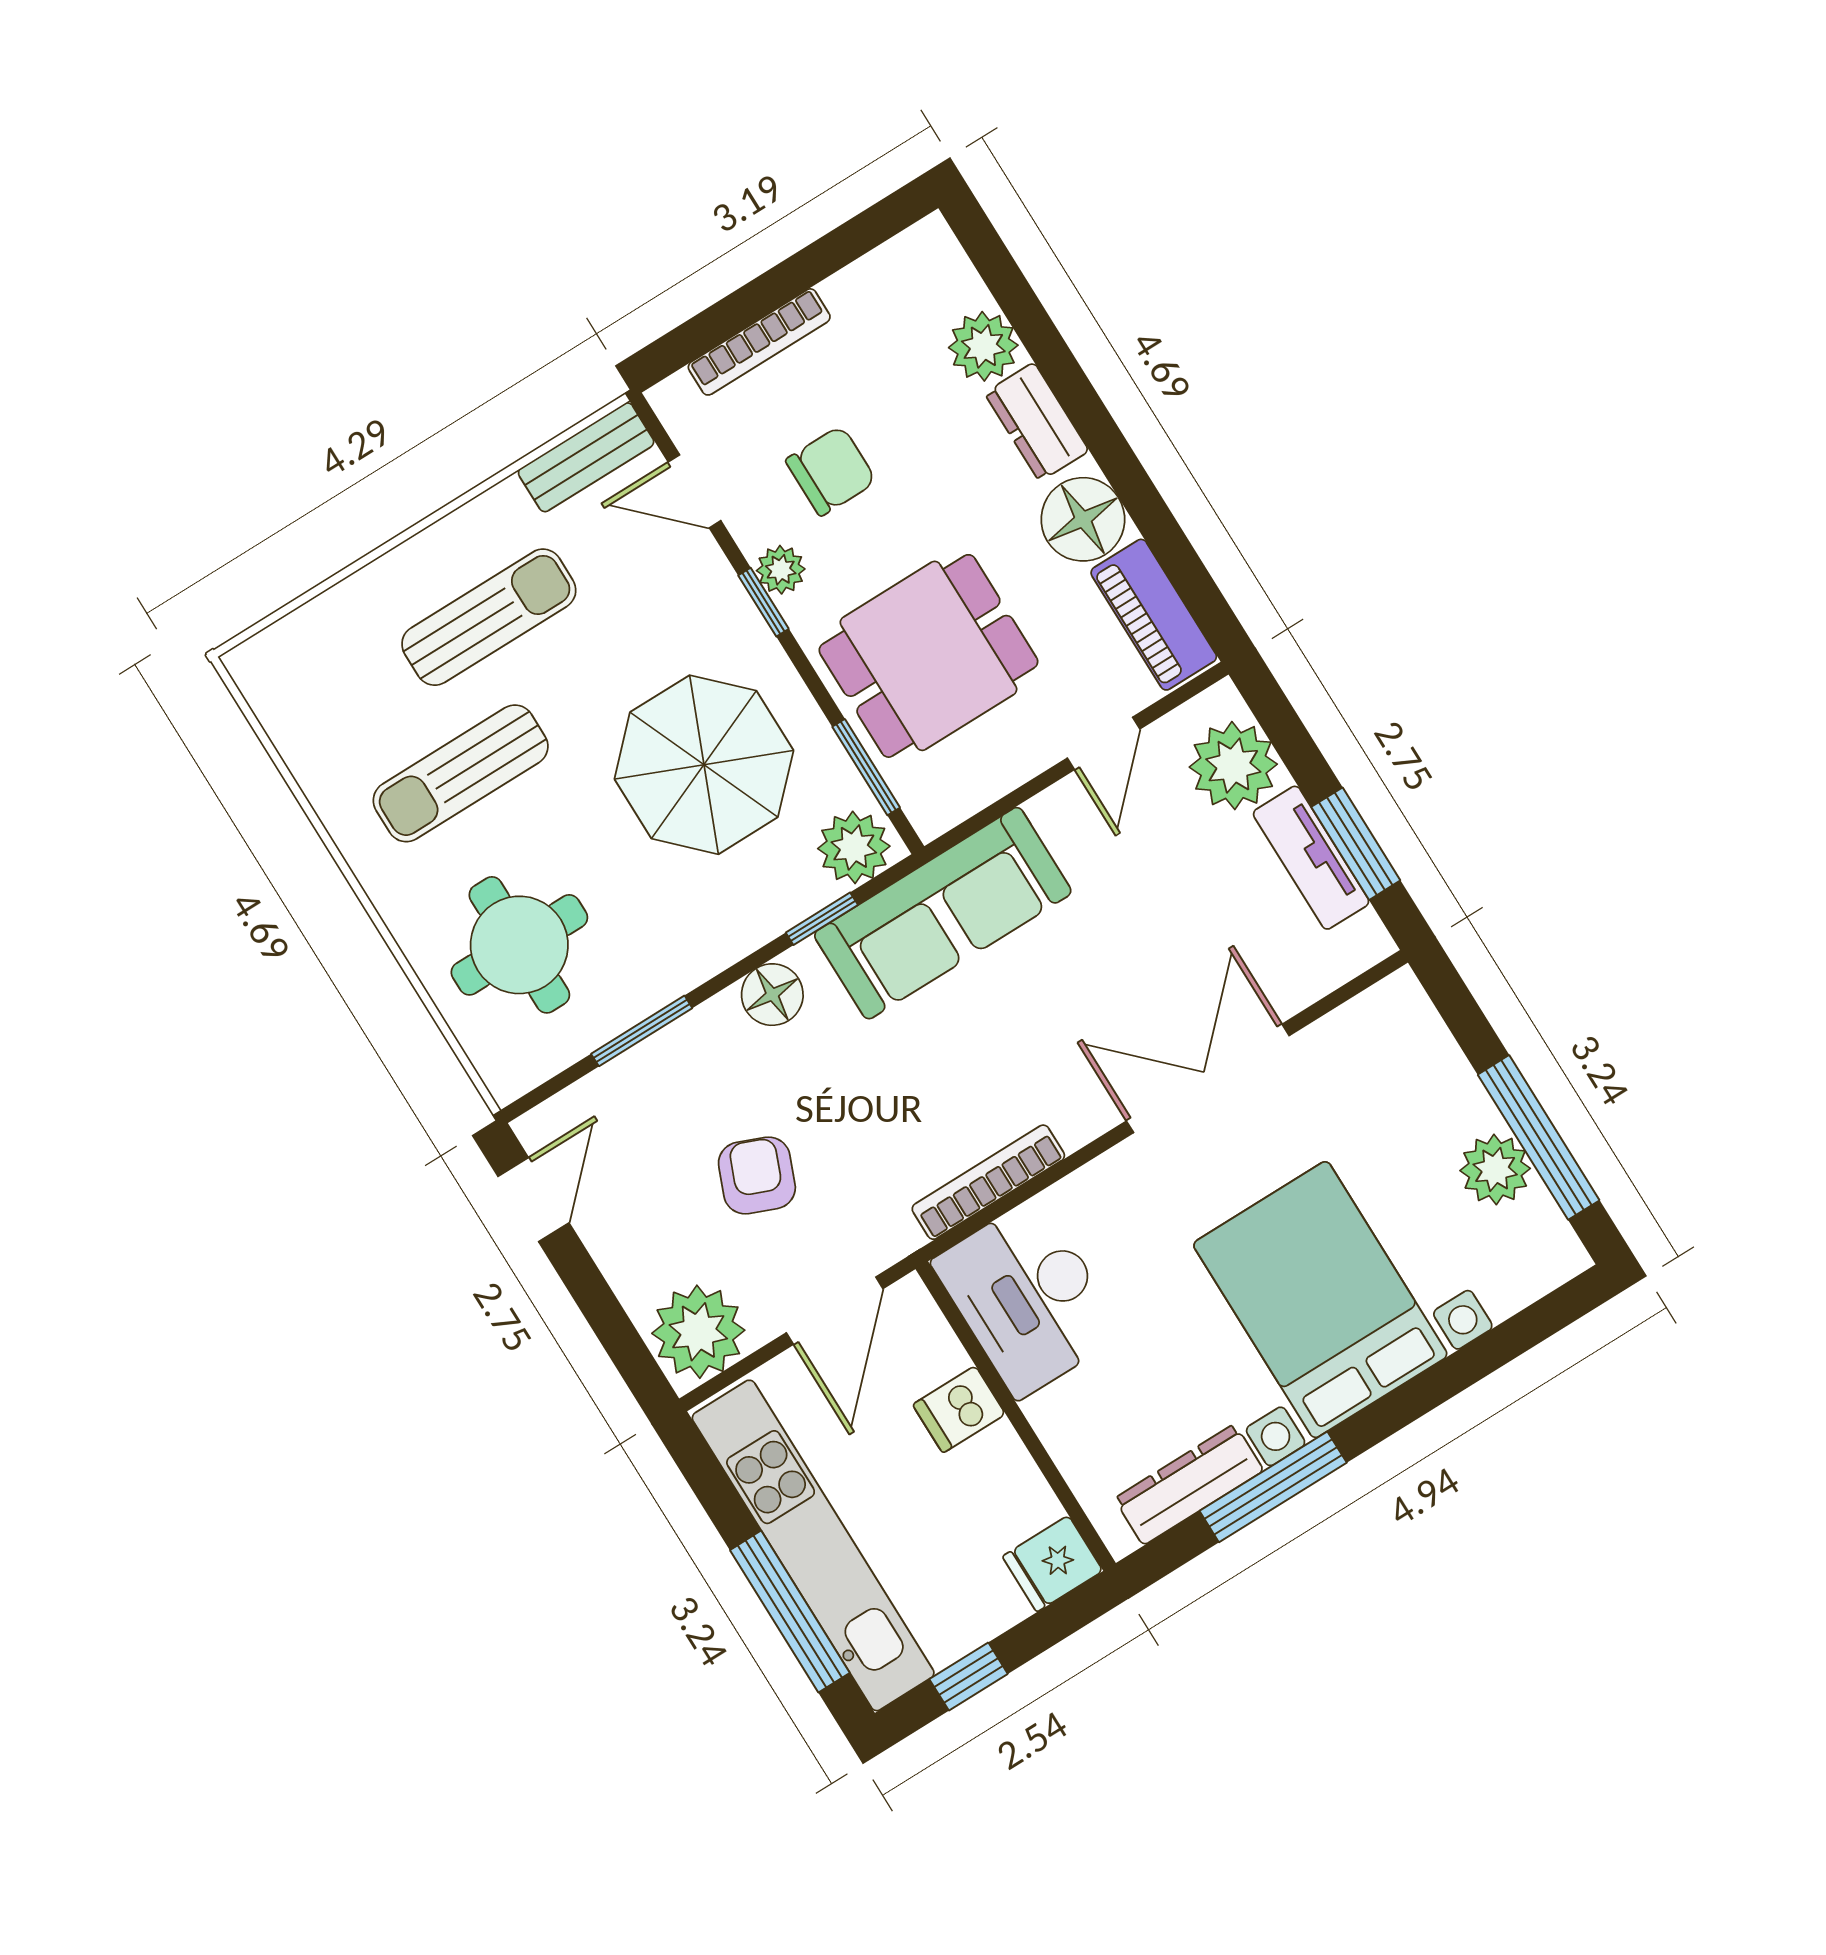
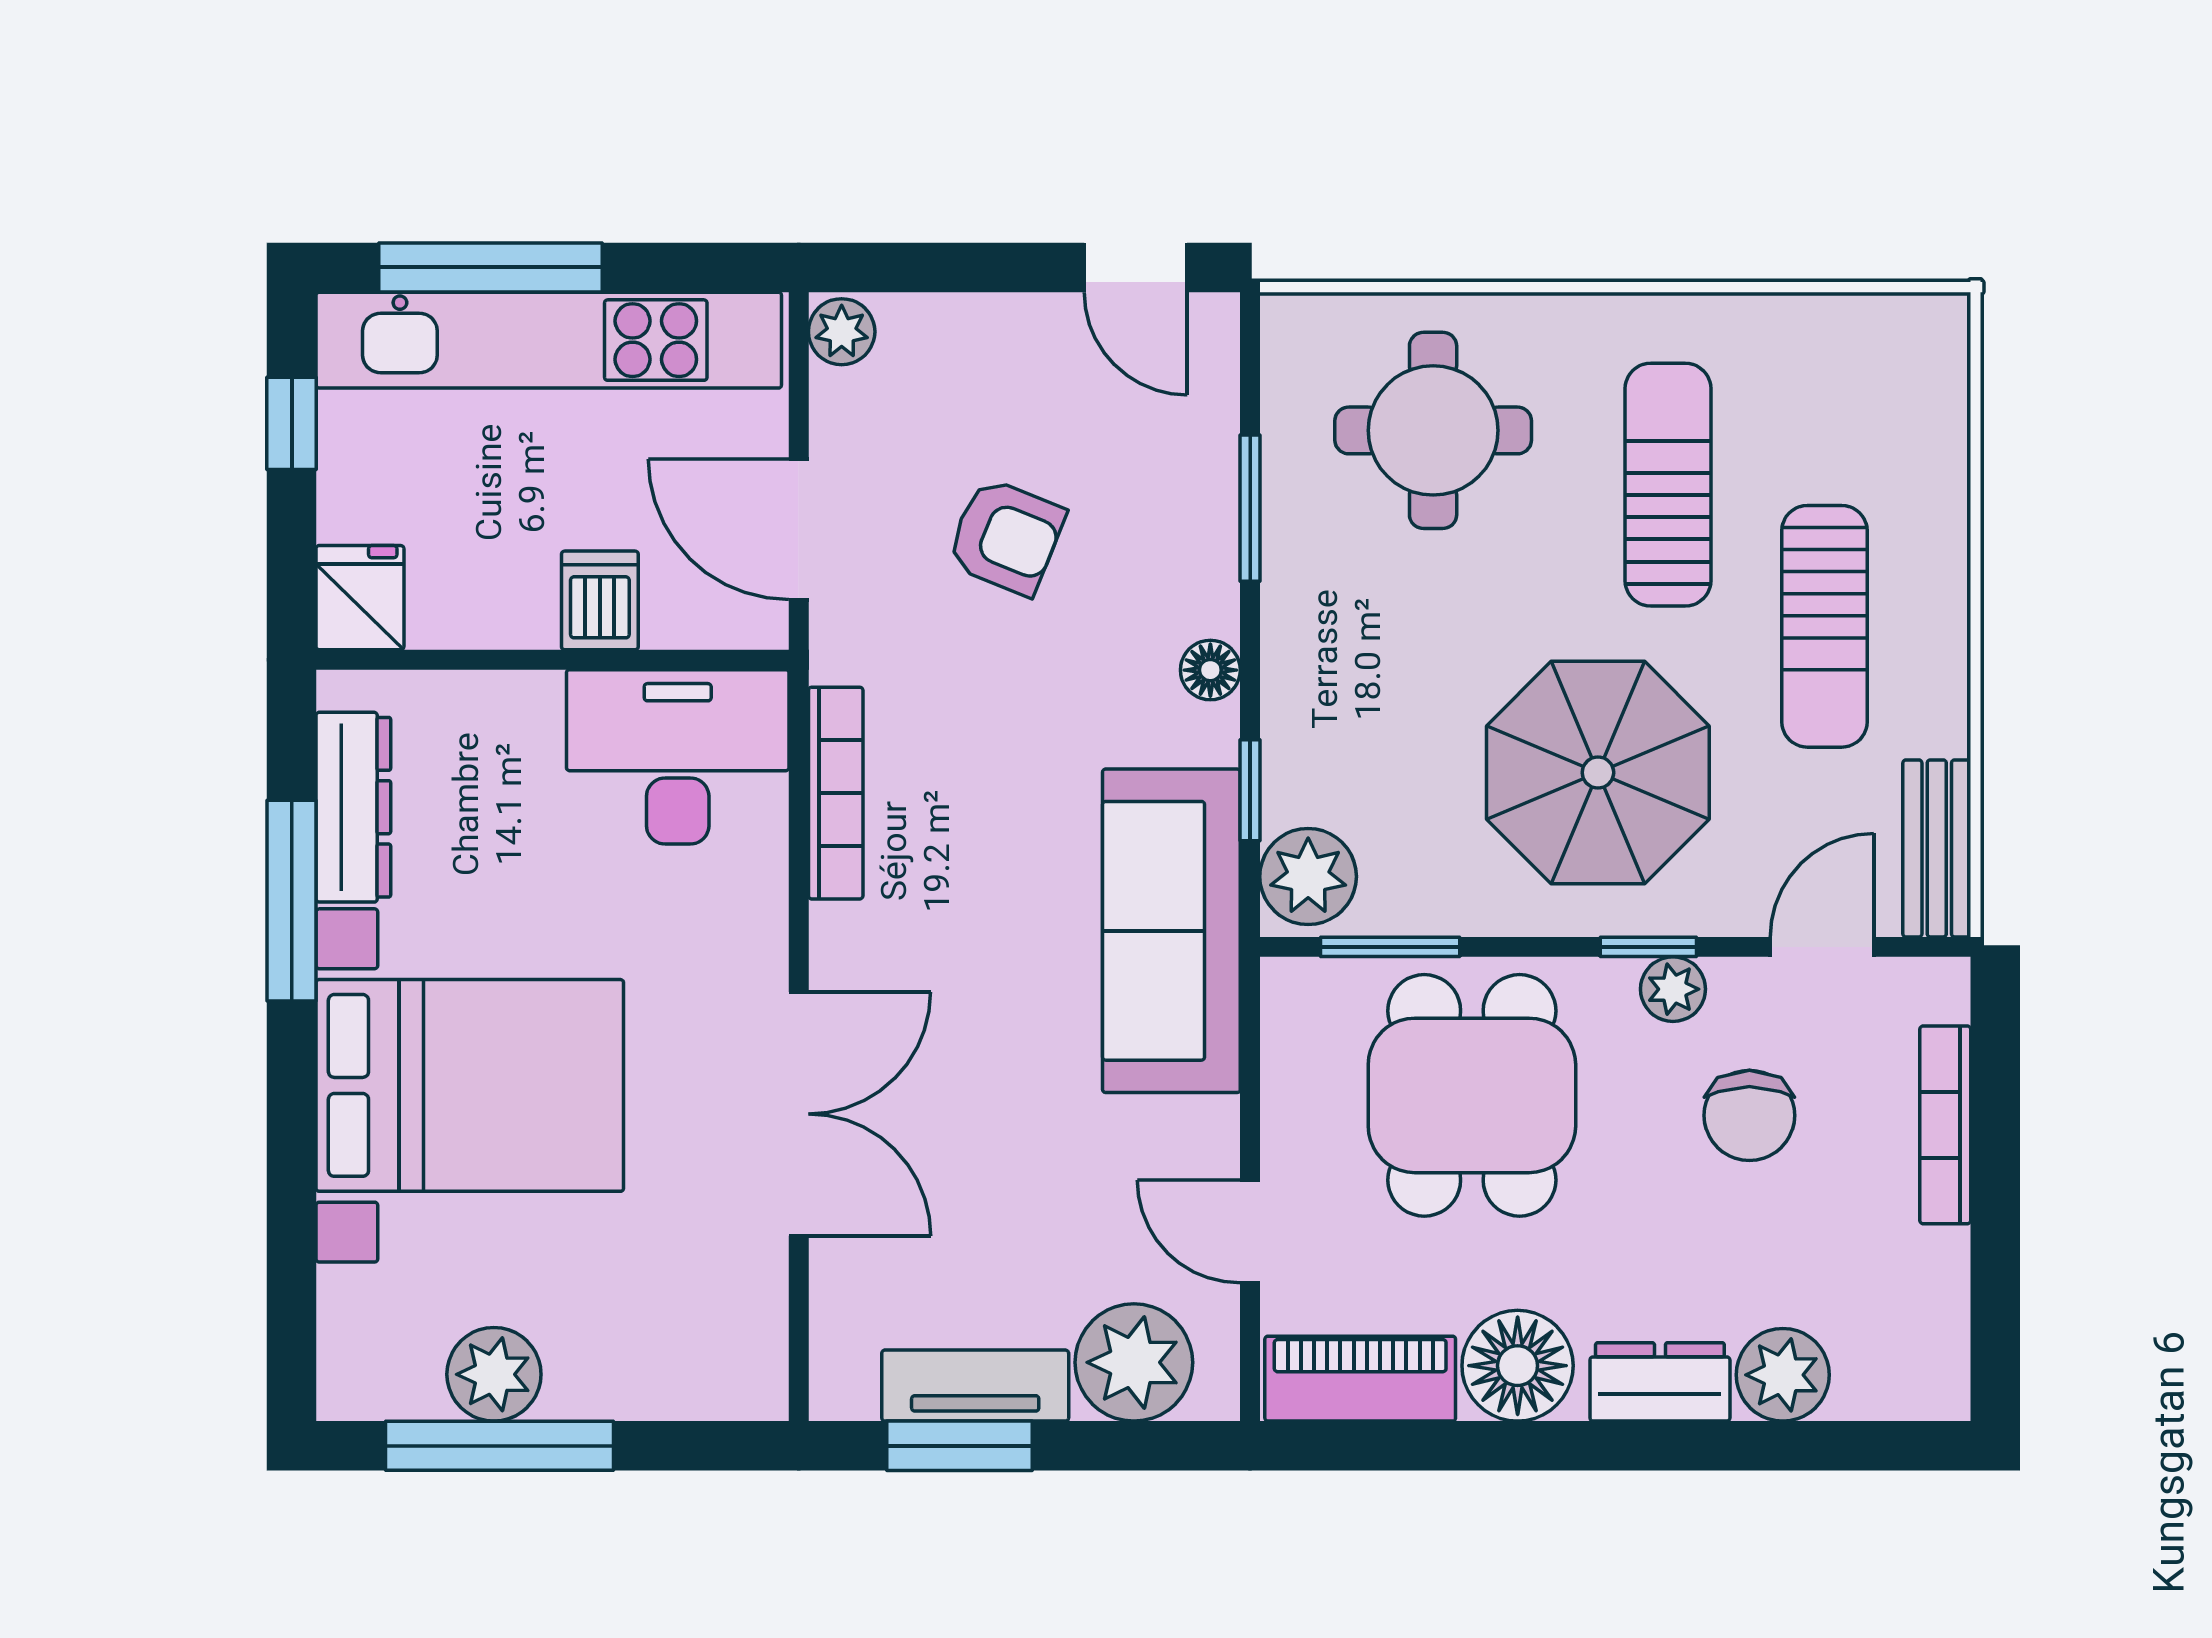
parasol: (704, 765) -> (1598, 773), moved
floor lamp: (772, 995) -> (1210, 670), width x0.73, depth x0.73
plant: (698, 1332) -> (842, 332), width x0.53, depth x0.53

